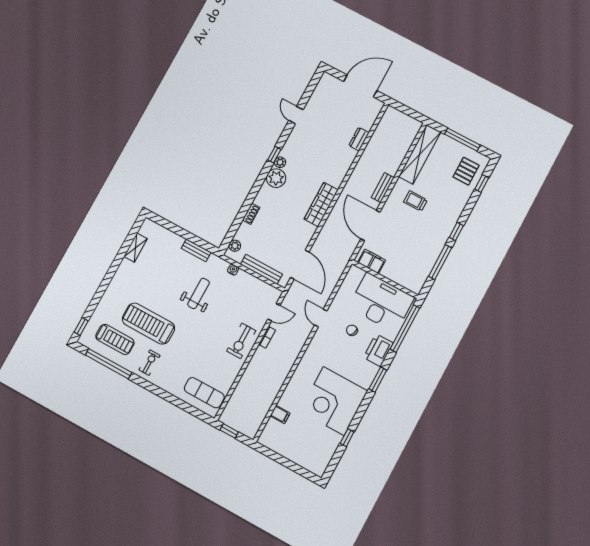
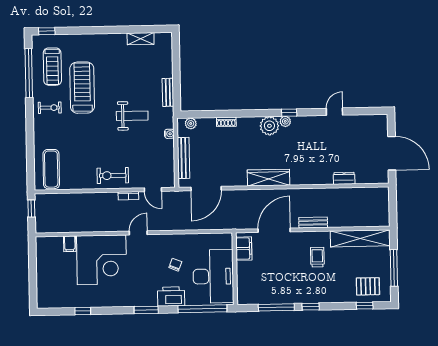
door: (321, 318) -> (138, 233), moved
corner desk: (334, 401) -> (102, 260), moved, turned 180

